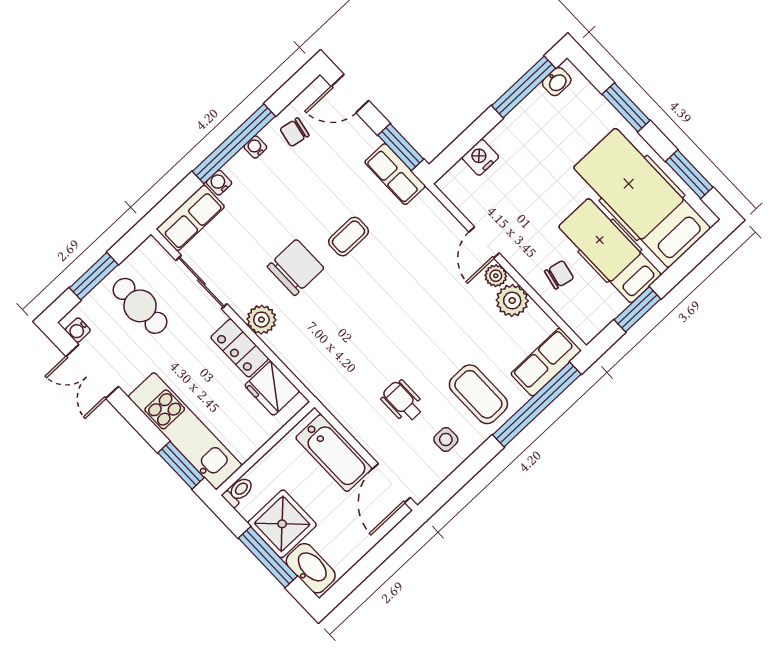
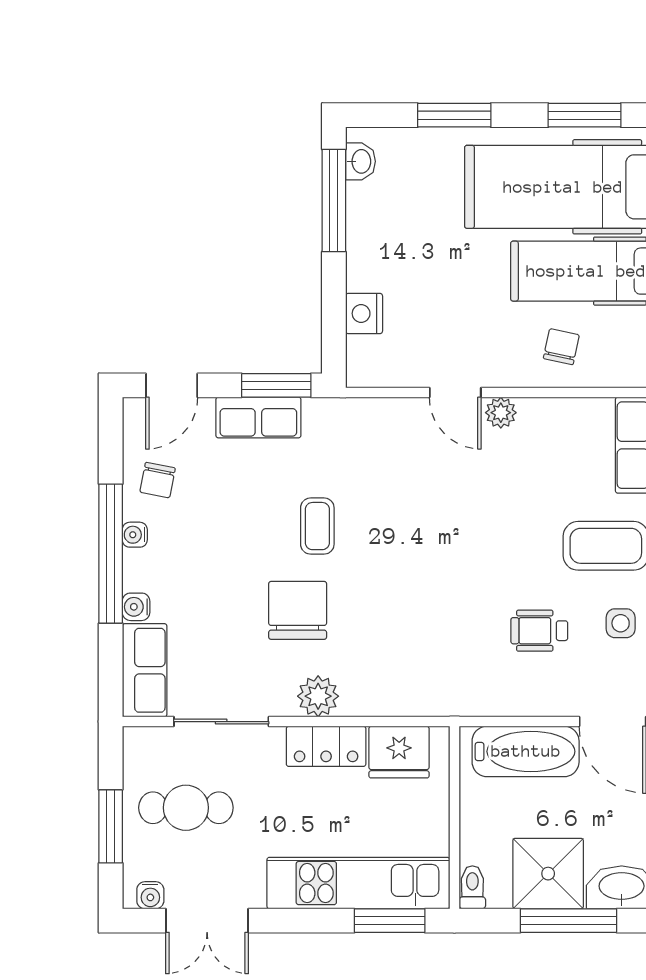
row of seats: (395, 174) -> (258, 417), moved
plant: (512, 300) -> (542, 420), removed

